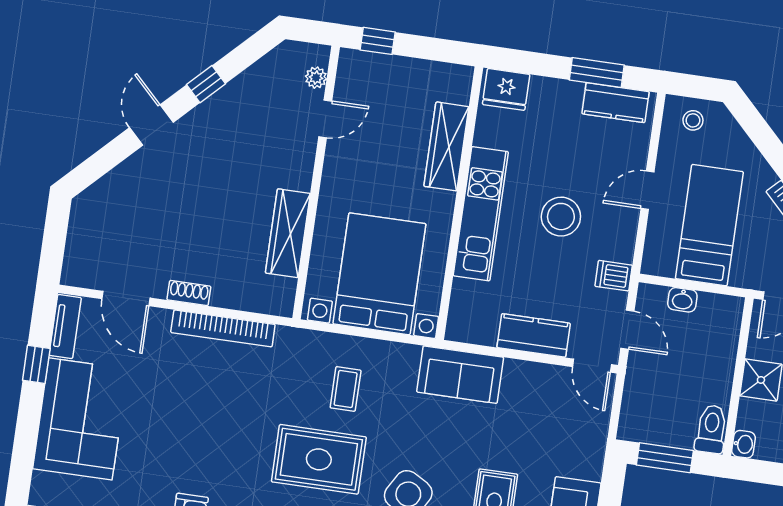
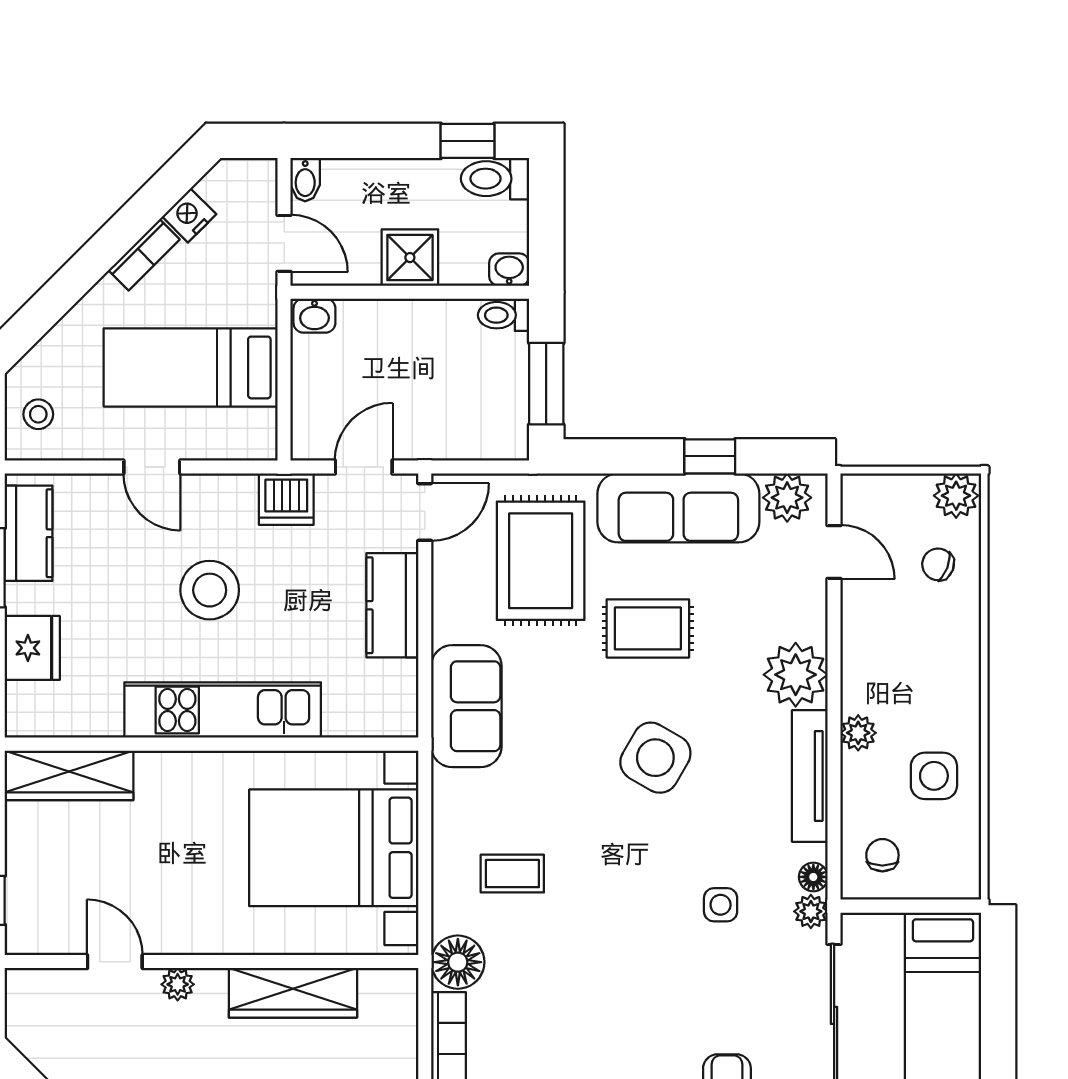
plant: (316, 78) -> (178, 984), moved
fridge: (506, 89) -> (32, 648), moved
wardrobe: (446, 146) -> (69, 775), moved
dishwasher: (614, 276) -> (286, 499), width x1.38
washbasin: (682, 300) -> (314, 316), moved, turned 90
floor lamp: (292, 345) -> (458, 962), added
toilet: (711, 429) -> (503, 315), width x0.73, depth x0.72
rug: (319, 459) -> (541, 561), moved

